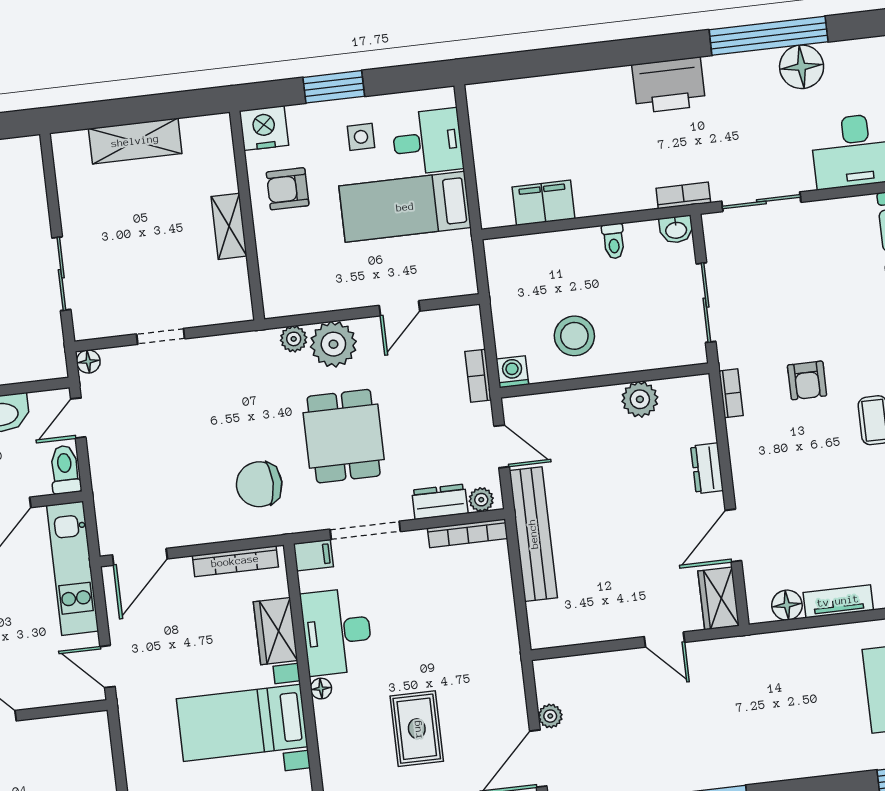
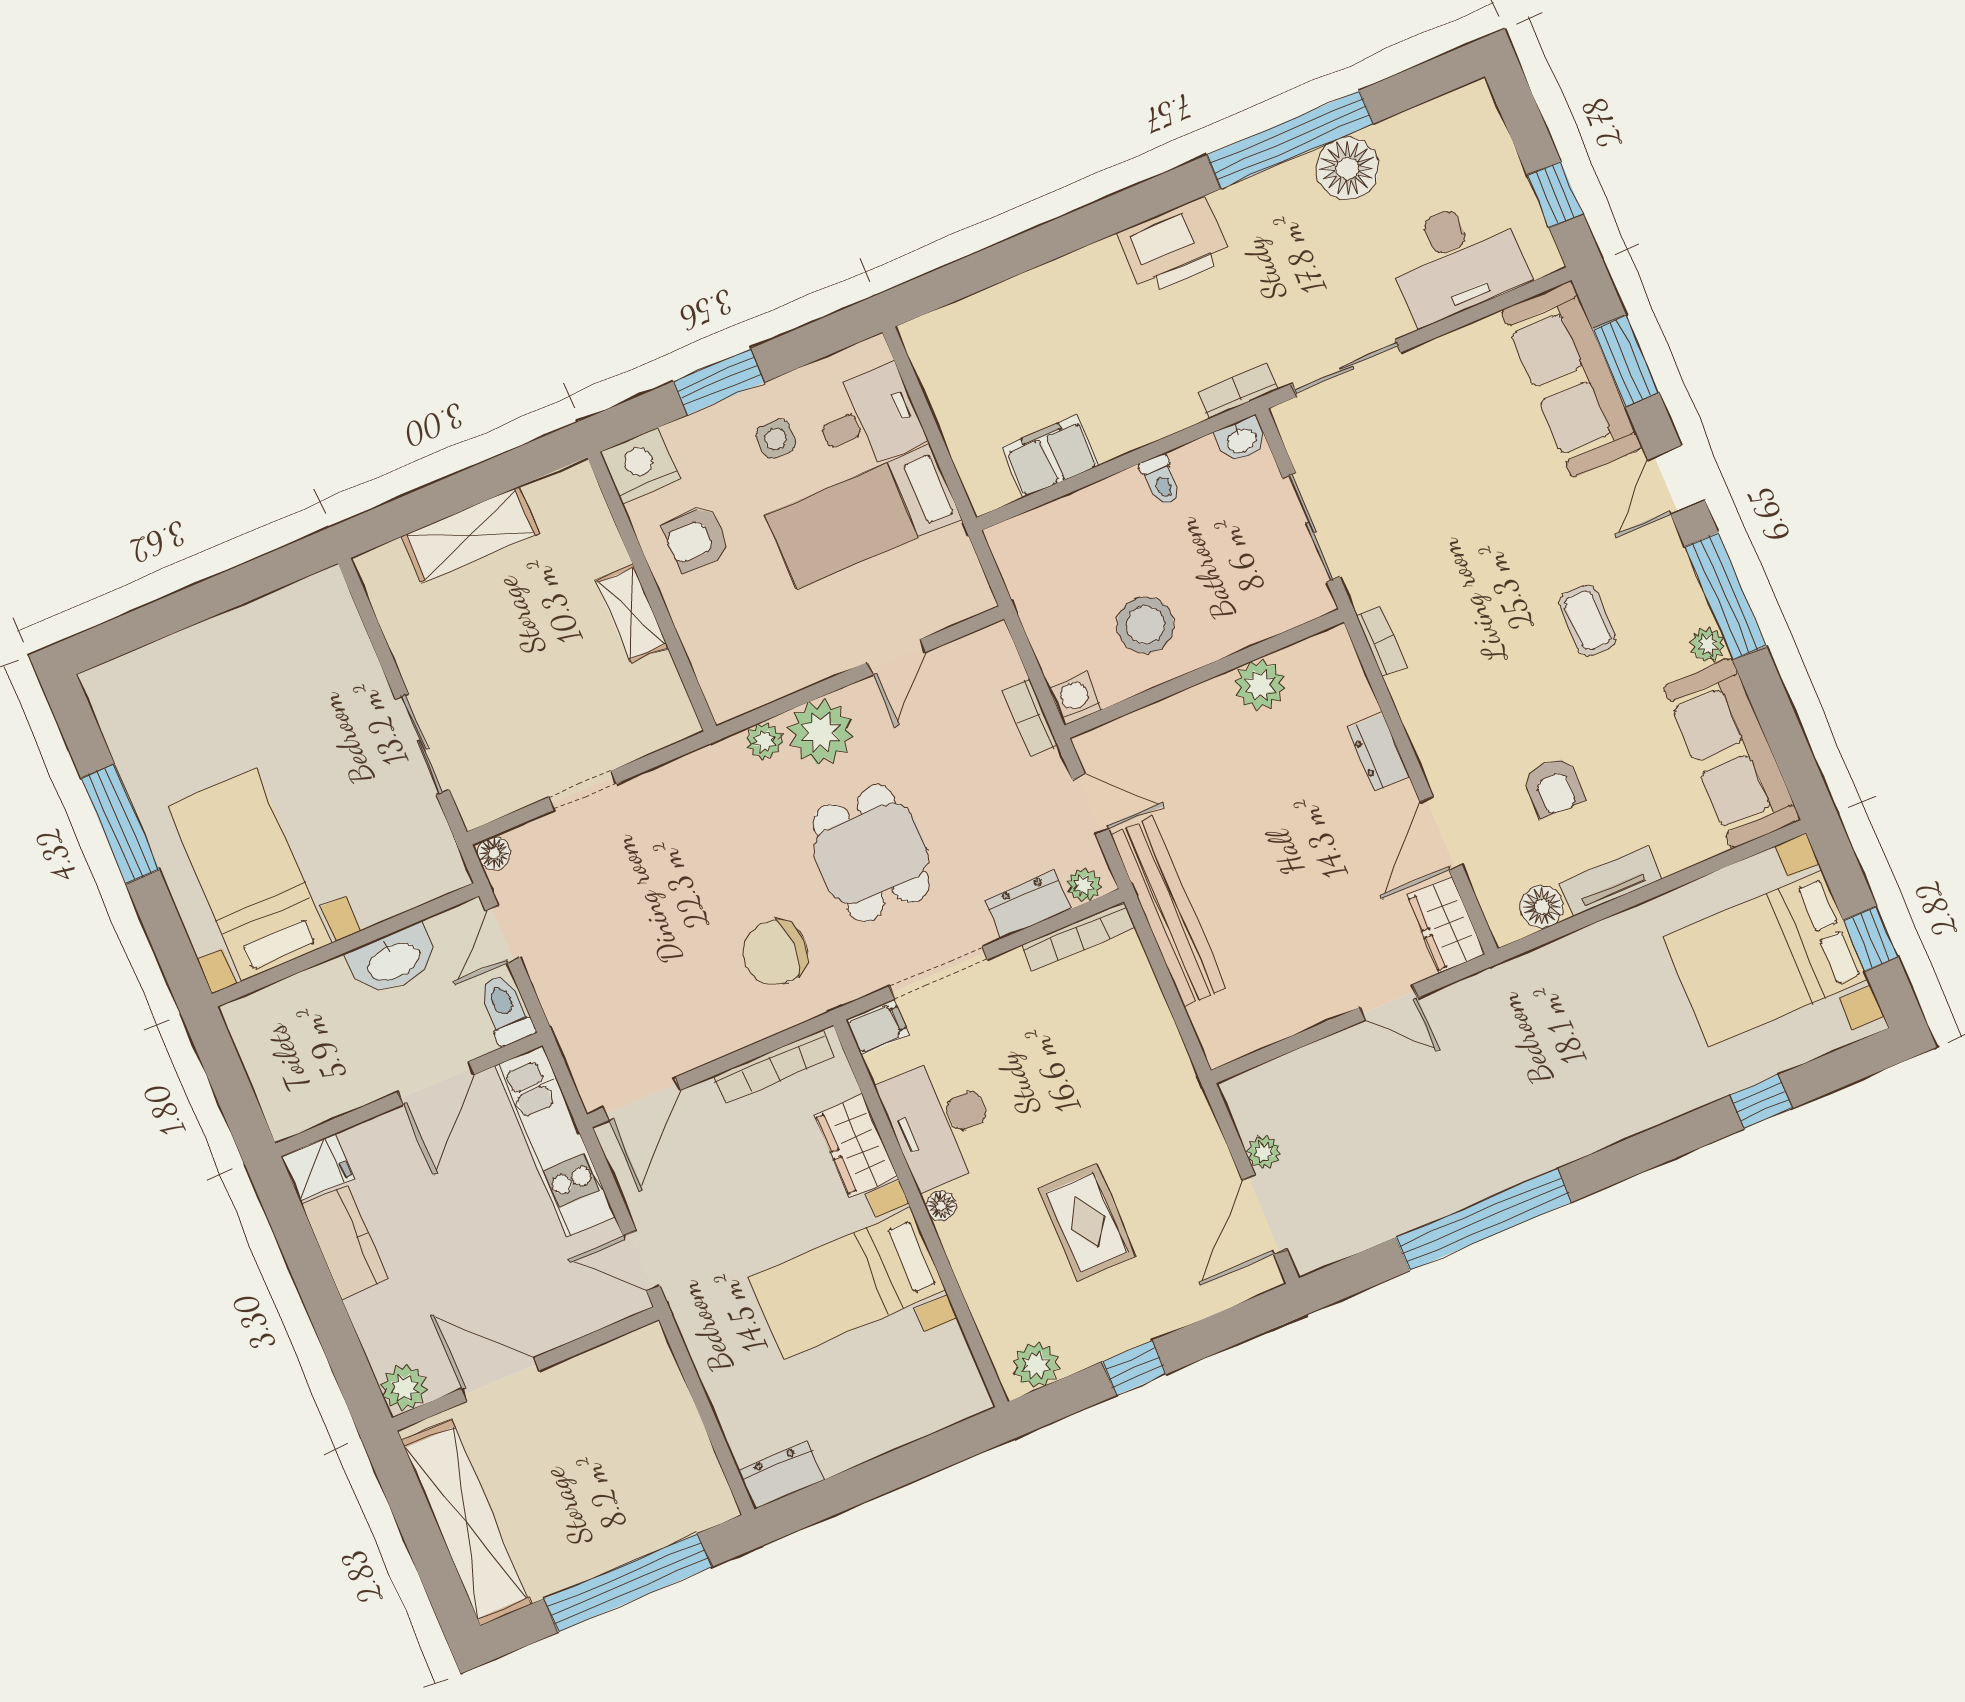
armchair: (807, 380) -> (1553, 787), moved

